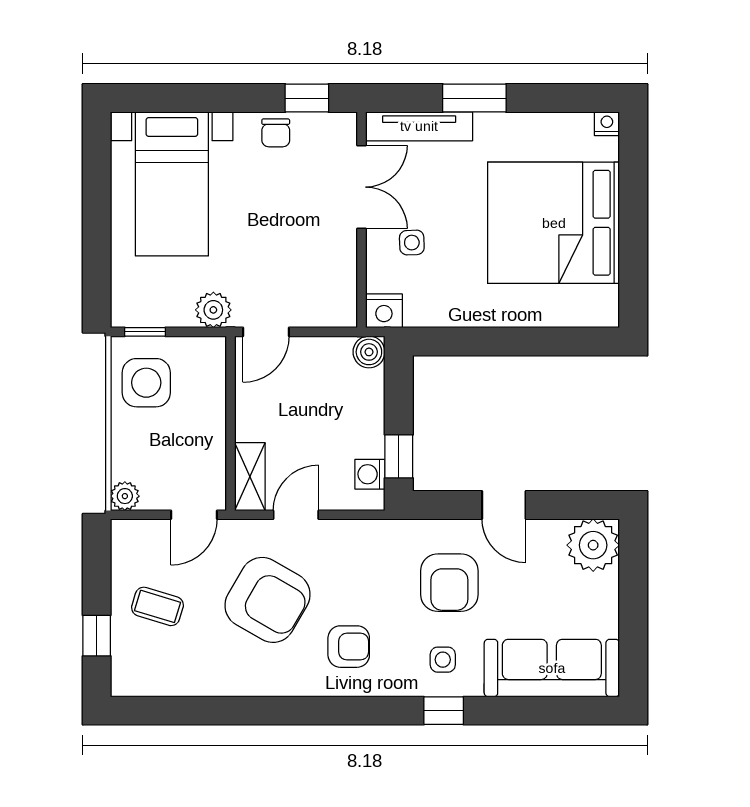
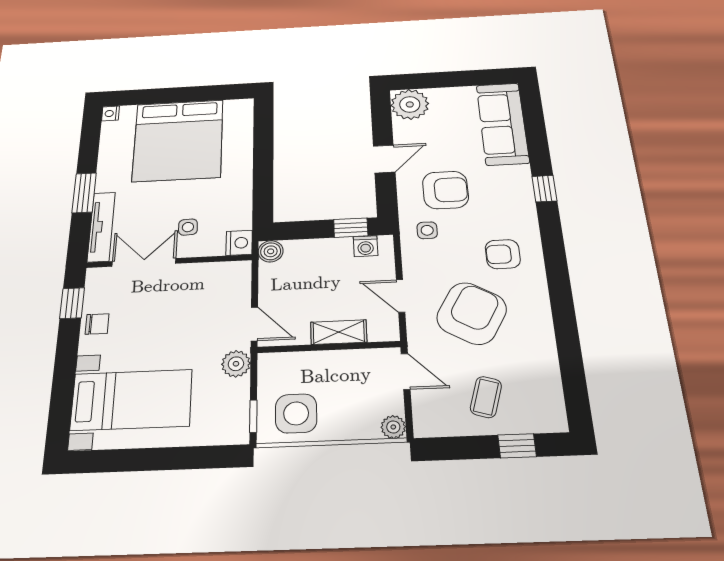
shelving: (250, 477) -> (339, 332), moved
armchair: (349, 647) -> (503, 254), turned -90
side table: (443, 660) -> (427, 230), moved

